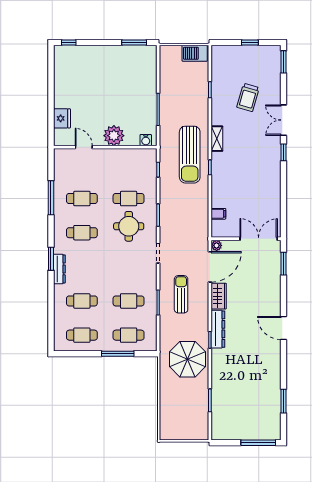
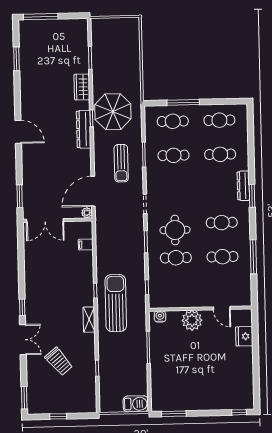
barbecue: (195, 53) -> (136, 404), moved
trolley: (248, 97) -> (59, 361), turned 124
wardrobe: (219, 296) -> (82, 87), moved
parasol: (188, 359) -> (113, 112), moved

